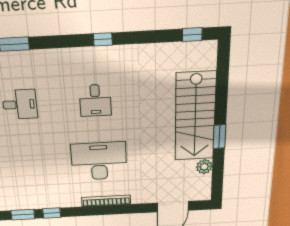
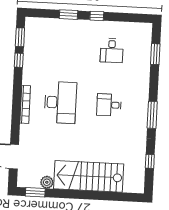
window: (192, 35) -> (150, 161), moved
window: (103, 39) -> (152, 115), width x2.17
window: (219, 137) -> (35, 192), moved

